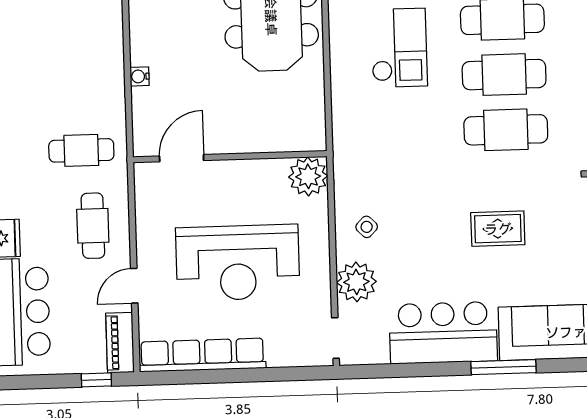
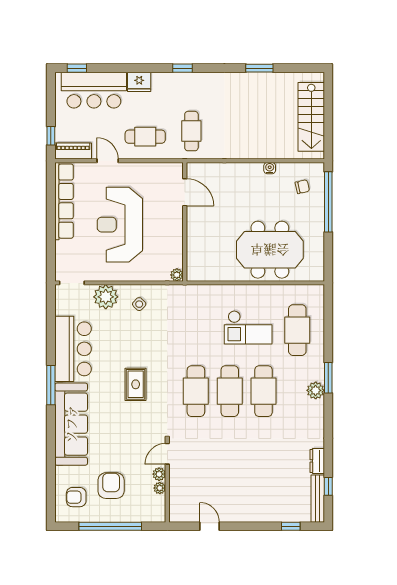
water cooler: (140, 76) -> (270, 168), moved
plant: (308, 176) -> (177, 275), width x0.53, depth x0.53

